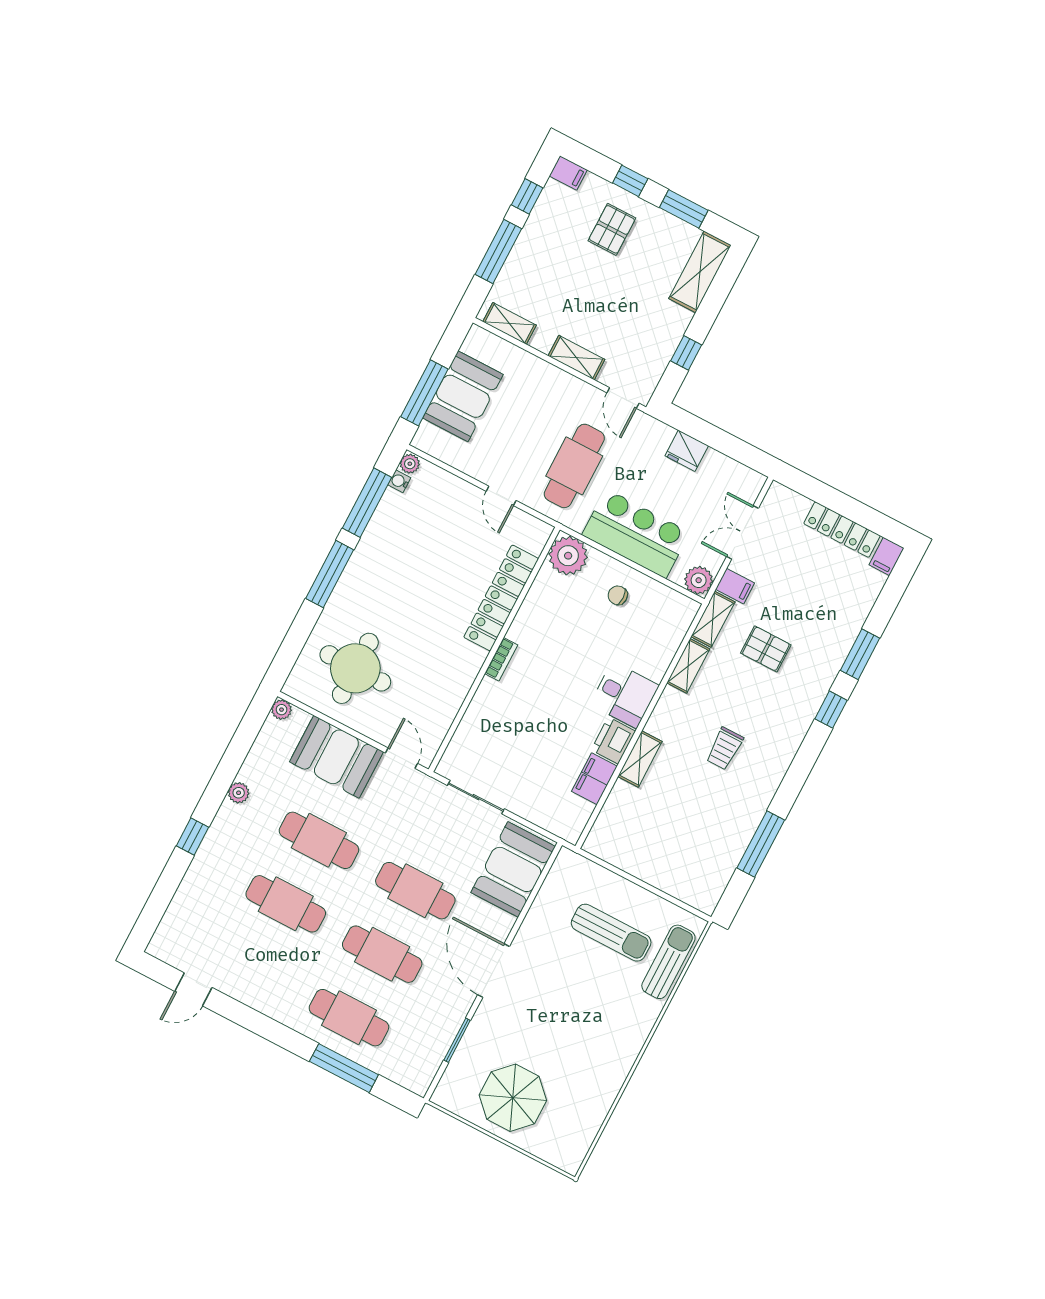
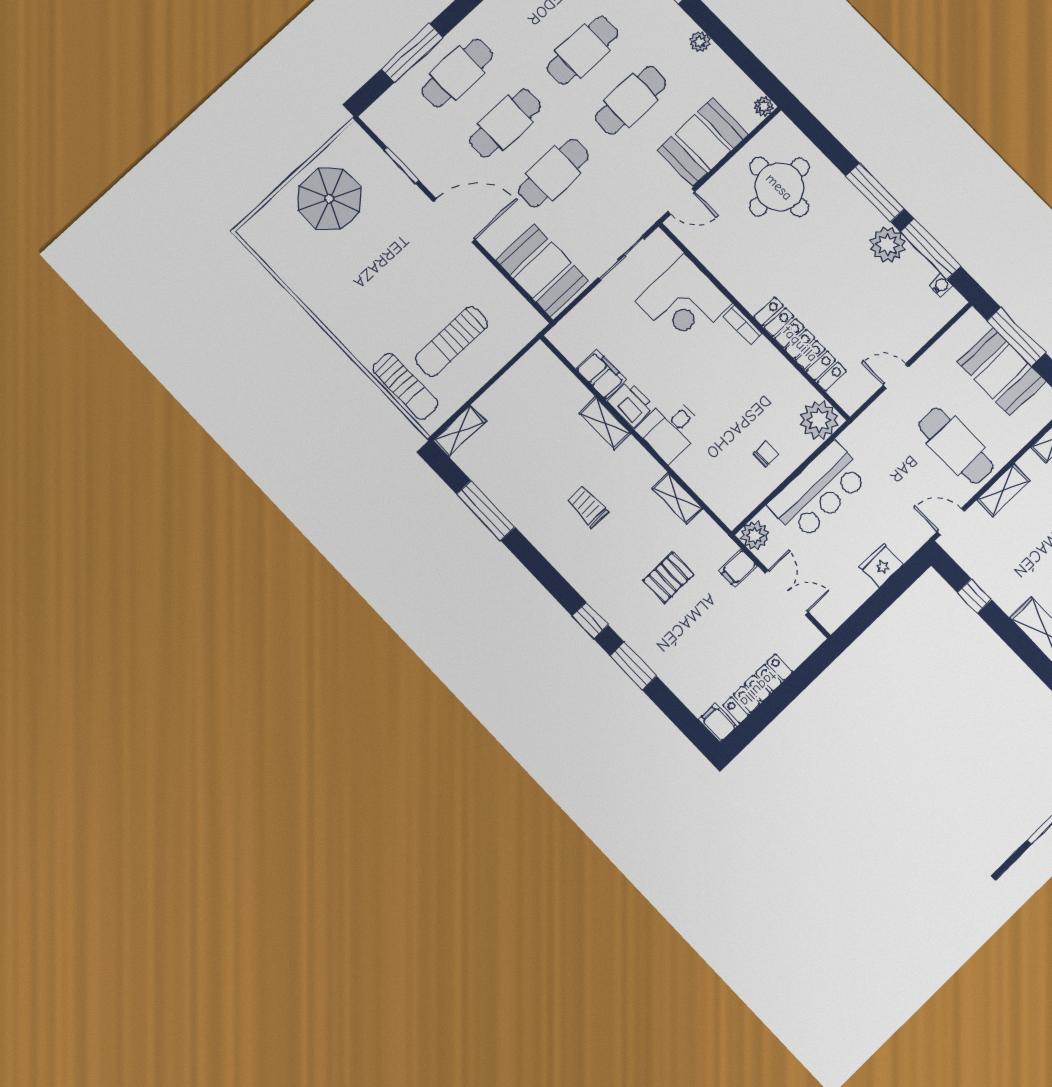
plant: (410, 464) -> (888, 245), moved, width x1.88, depth x1.88
cafe table: (574, 466) -> (956, 446), moved
shelving: (713, 619) -> (460, 431), moved, turned 90
corner desk: (498, 723) -> (684, 302), added

